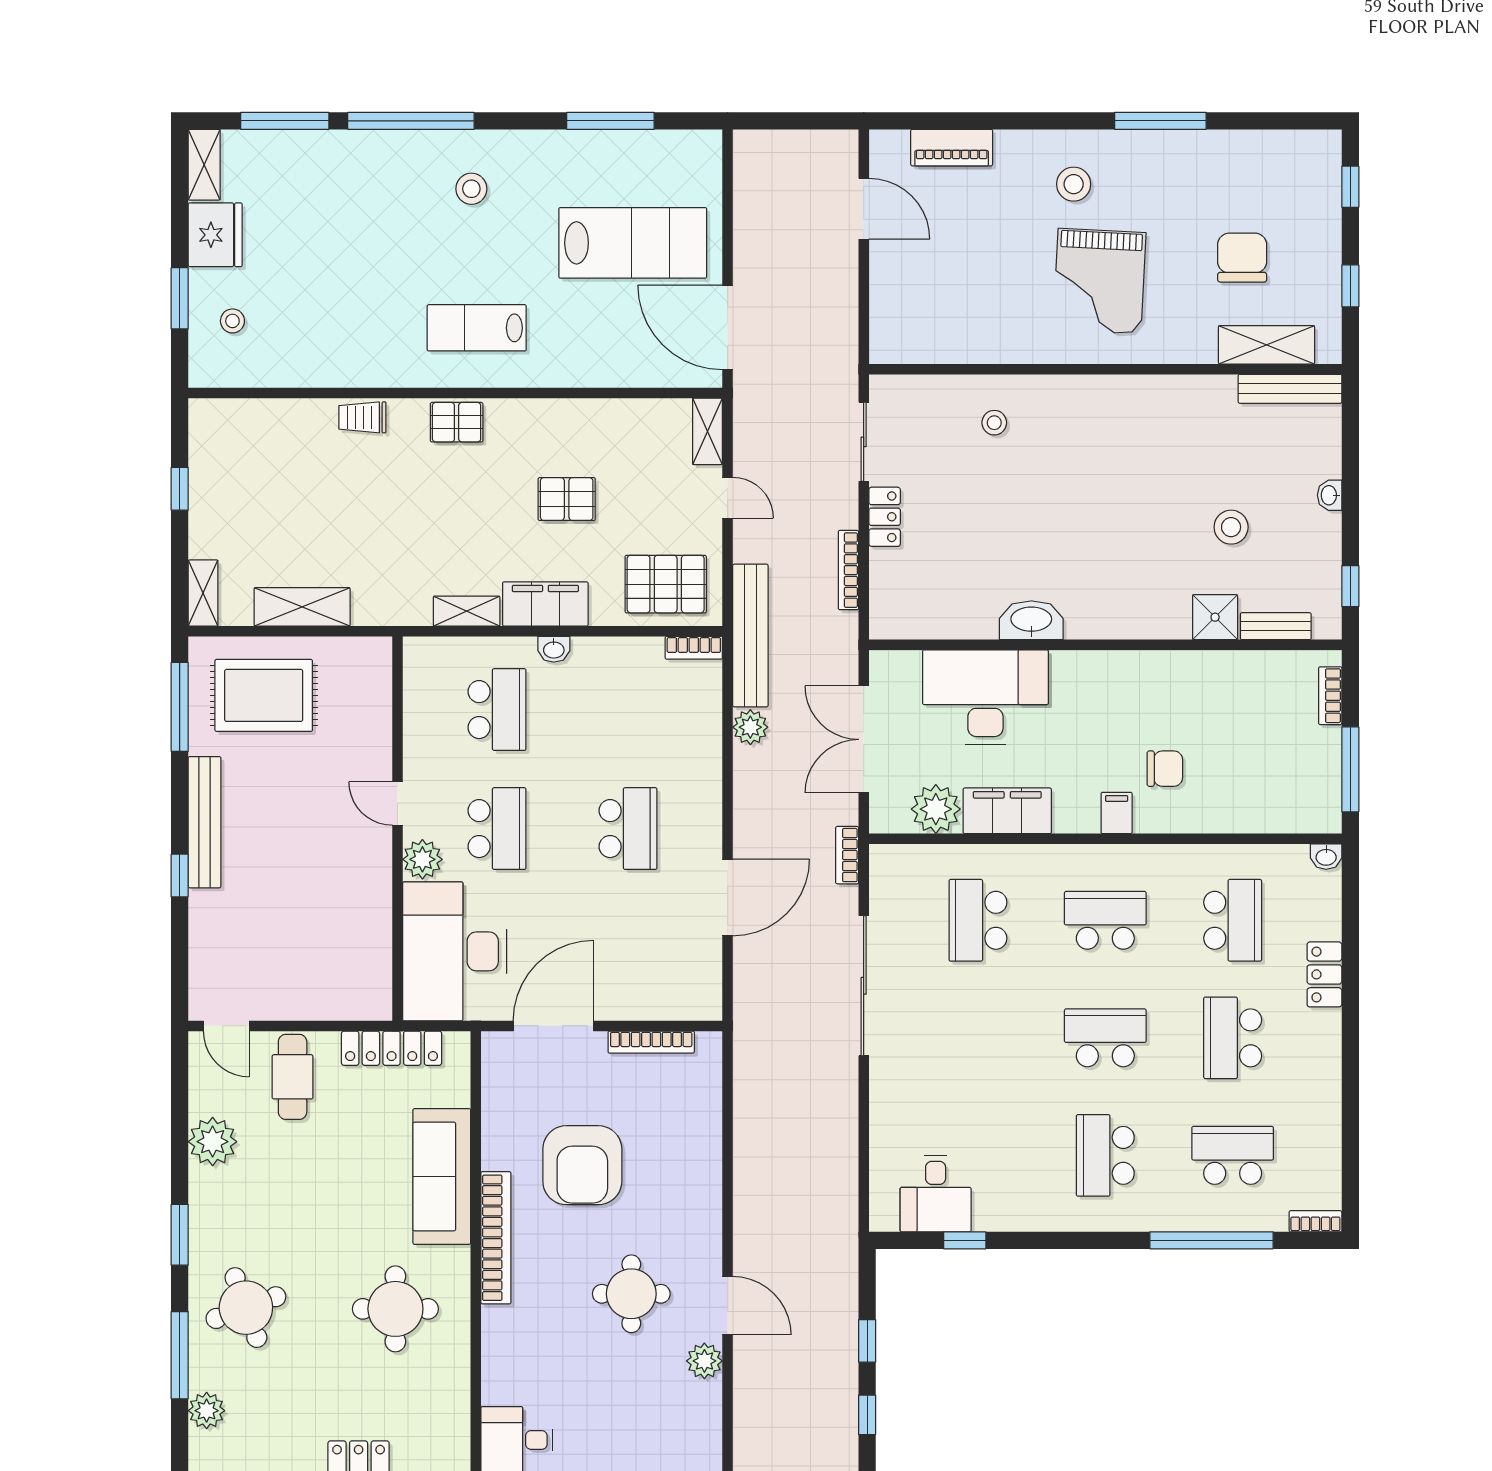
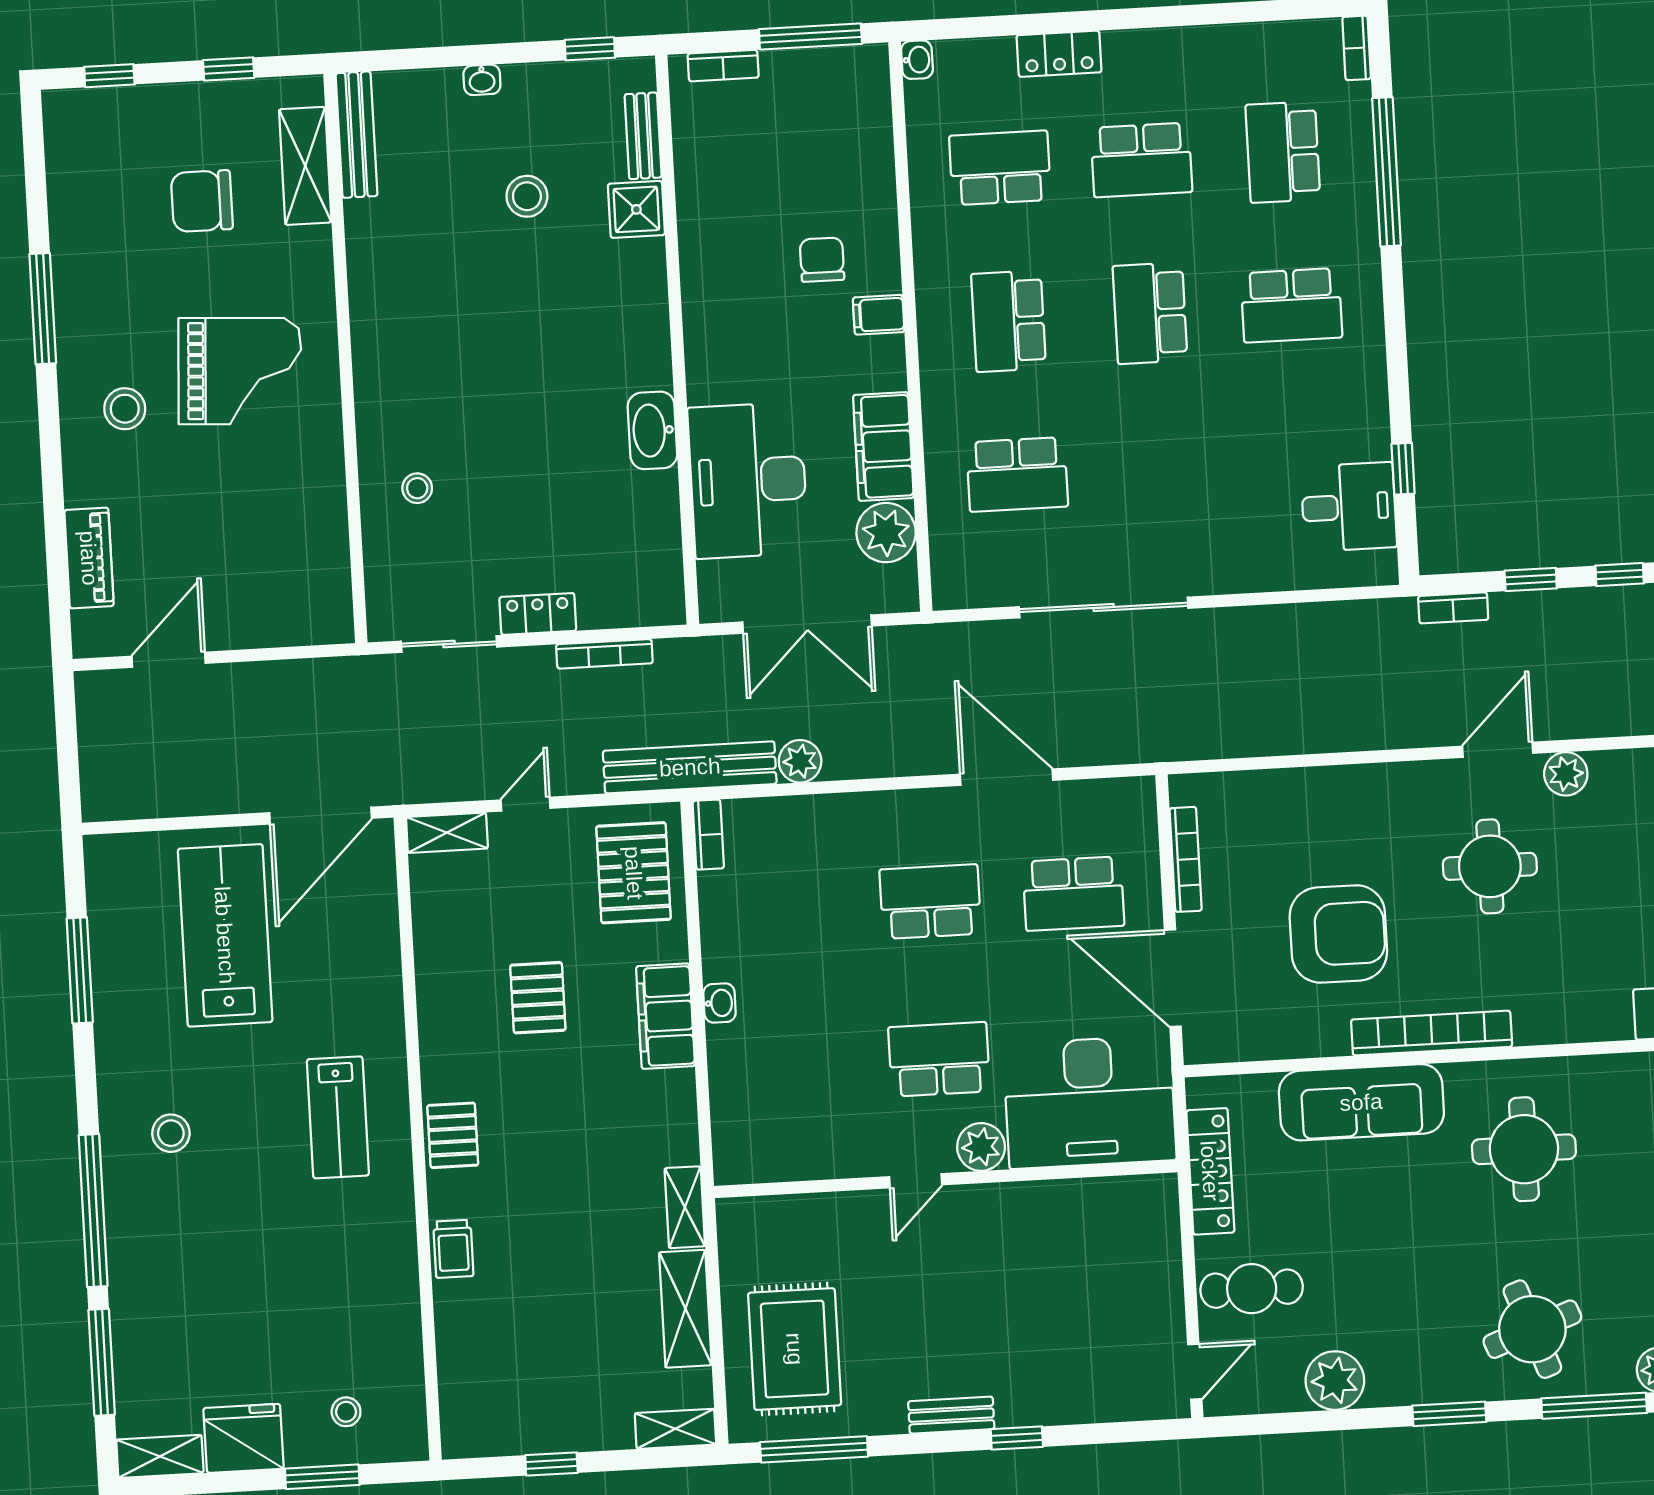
shelving: (467, 611) -> (685, 1207), moved
school desk: (497, 710) -> (1073, 894), moved, turned 180
bench: (205, 822) -> (951, 1415), width x0.54, depth x0.82
bookcase: (847, 855) -> (1453, 608), moved

